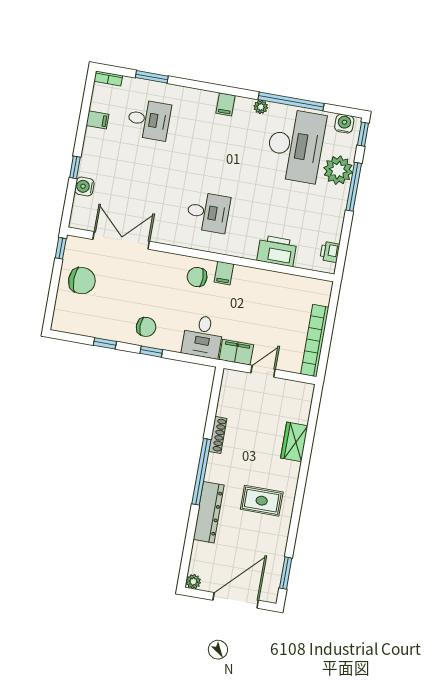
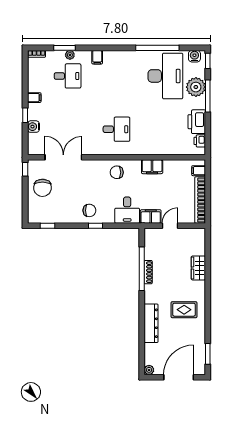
filing cabinet: (226, 104) -> (97, 57), moved
plant: (261, 107) -> (70, 55), moved
filing cabinet: (97, 120) -> (34, 98), moved
printer: (277, 251) -> (197, 122), moved, turned -90
filing cabinet: (224, 273) -> (152, 167), moved, width x2.00
chair: (82, 281) -> (43, 188), turned 91
filing cabinet: (320, 296) -> (199, 171), added
window: (105, 343) -> (47, 226), moved
window: (201, 472) -> (142, 269), moved

